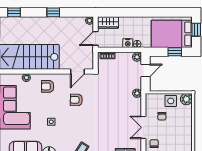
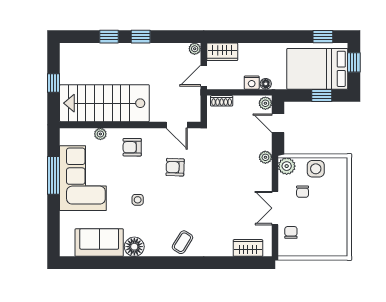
window: (14, 12) -> (109, 37), moved
window: (175, 12) -> (323, 37), added
door: (145, 70) -> (278, 123), swing flipped
door: (78, 72) -> (177, 125), hinge flipped
plant: (186, 99) -> (287, 166), moved

